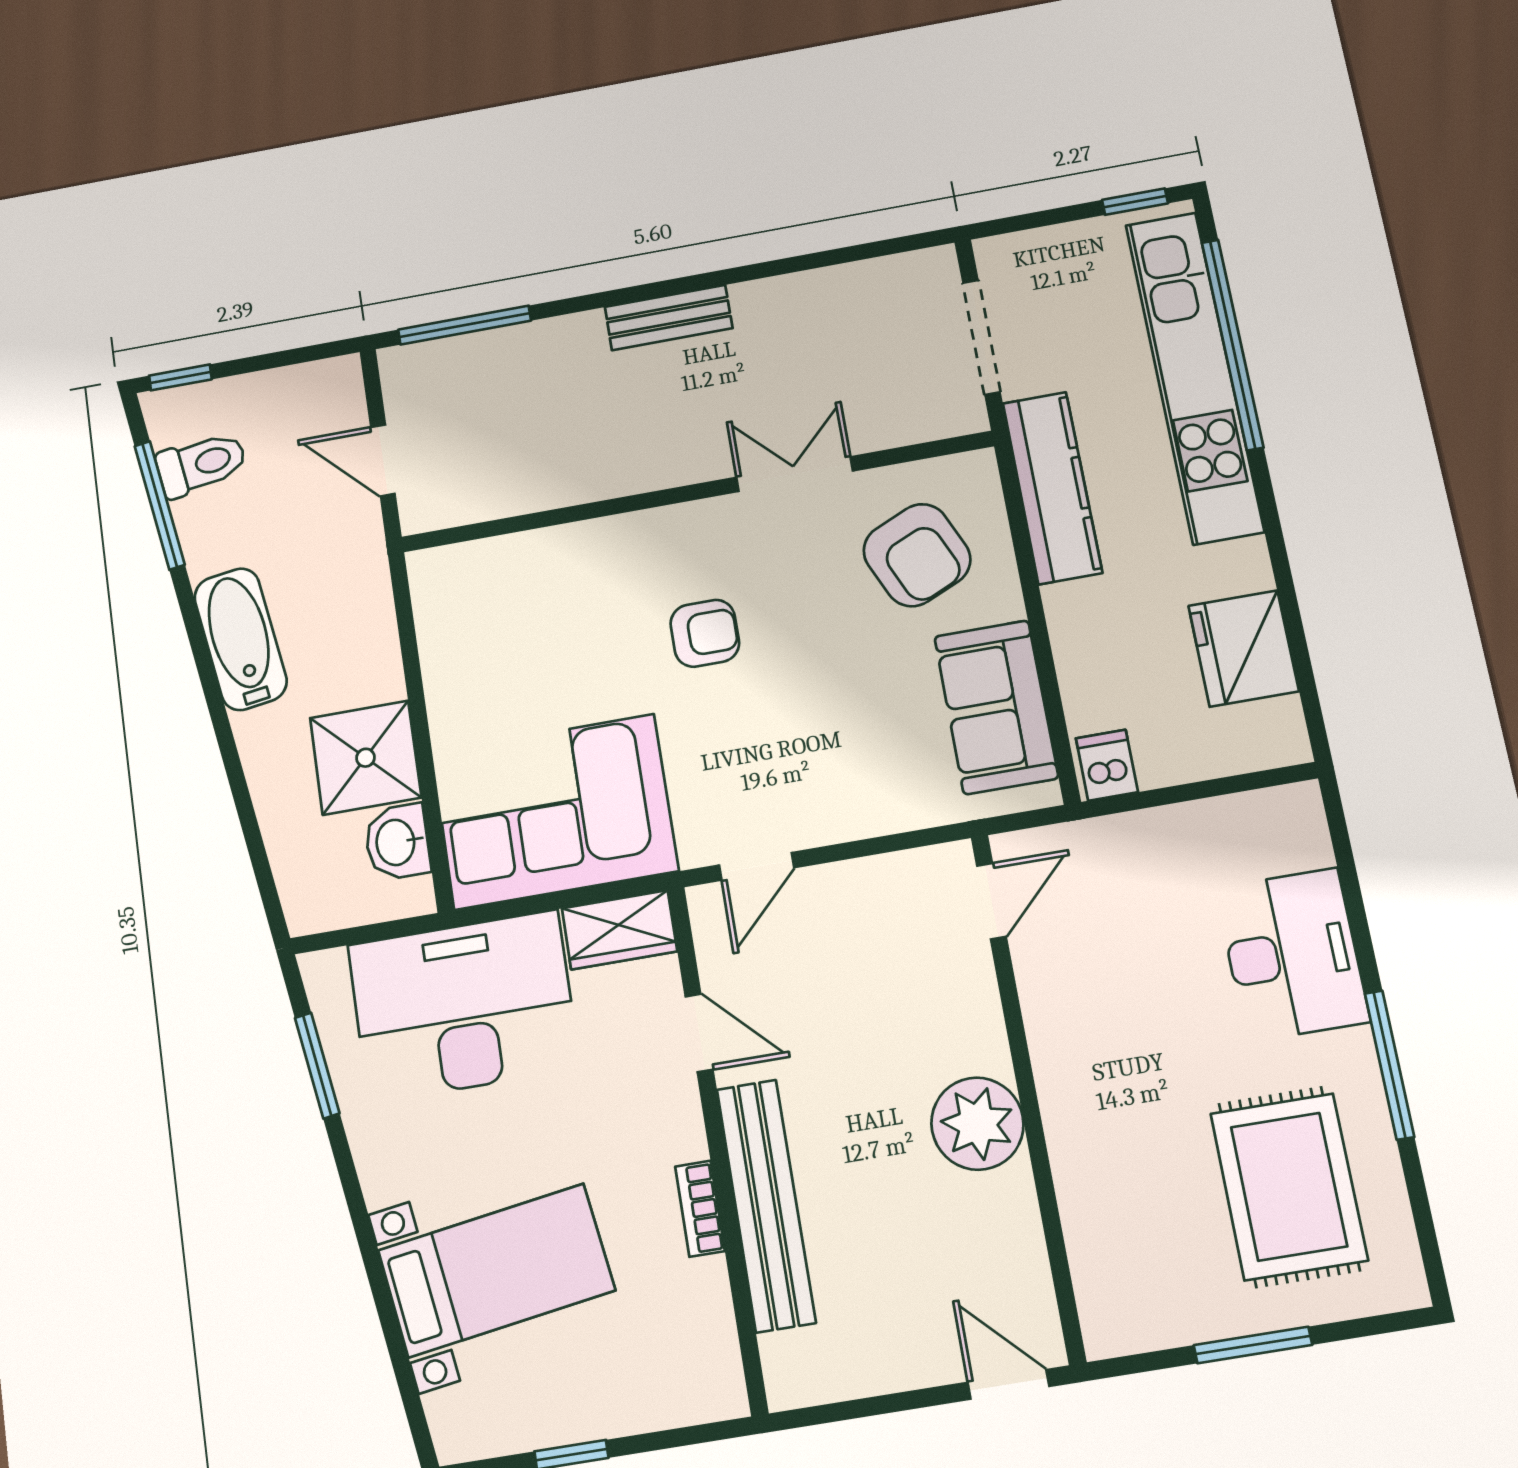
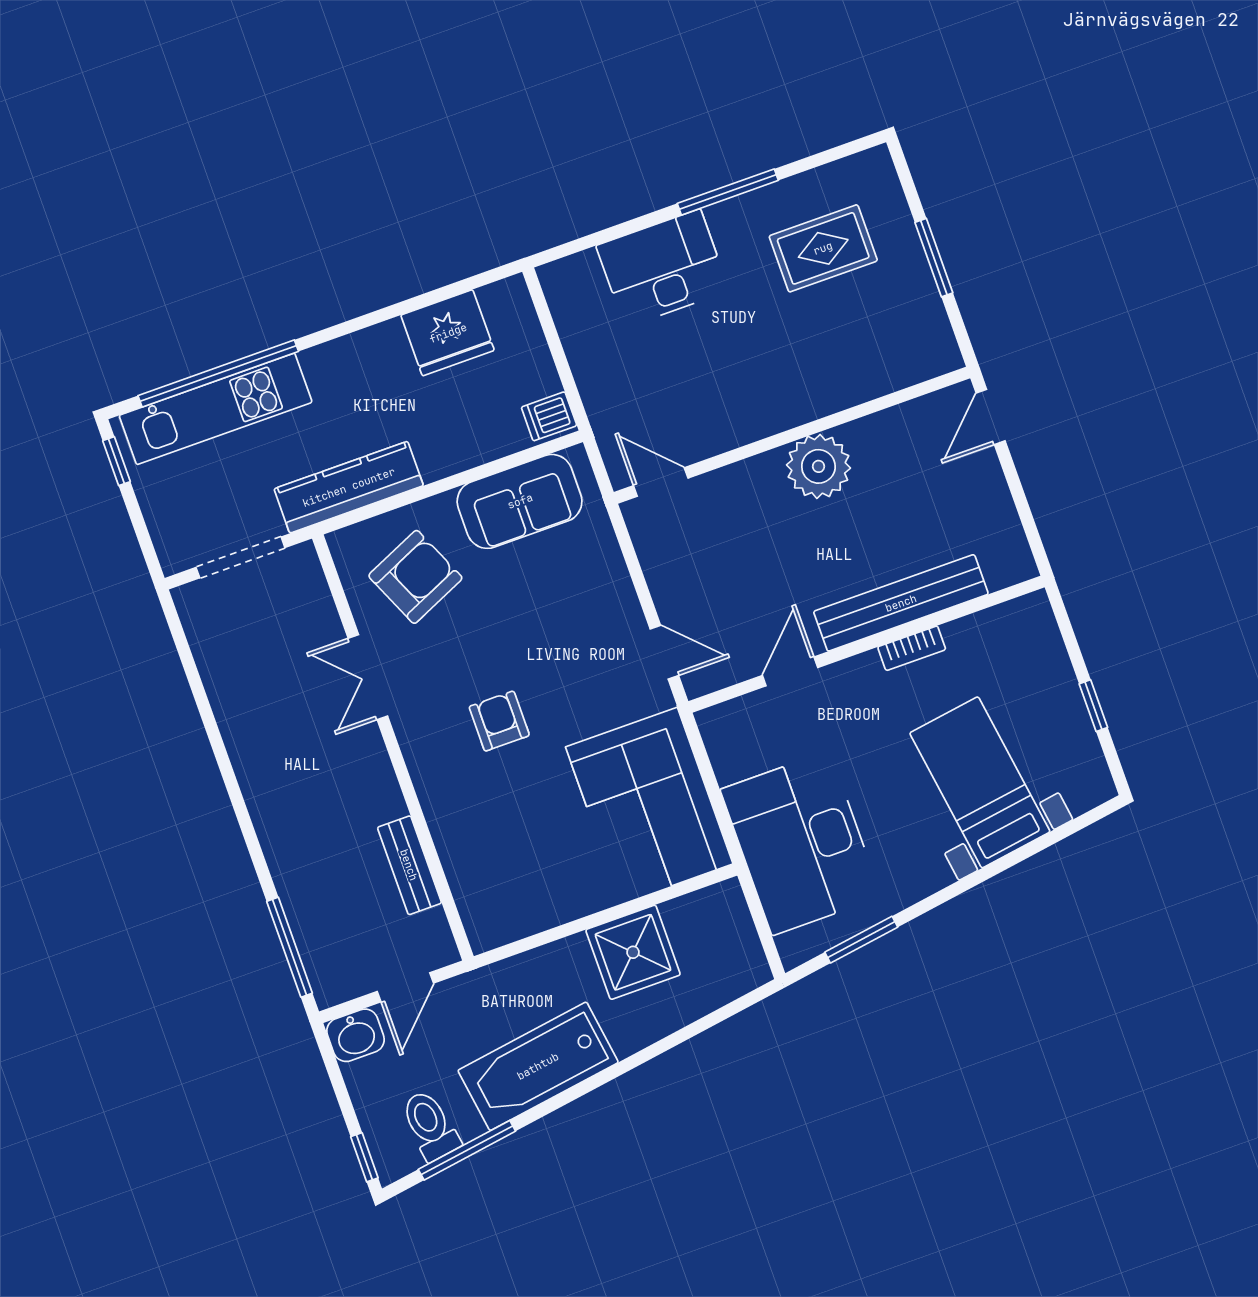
bench: (669, 318) -> (409, 865), moved
kitchen unit: (1194, 377) -> (216, 409), width x0.73
bathtub: (241, 639) -> (538, 1066), width x1.36, depth x1.36
washbasin: (397, 842) -> (356, 1035), moved
wardrobe: (619, 930) -> (727, 742), removed
rug: (1289, 1187) -> (823, 248), width x0.73, depth x0.70

